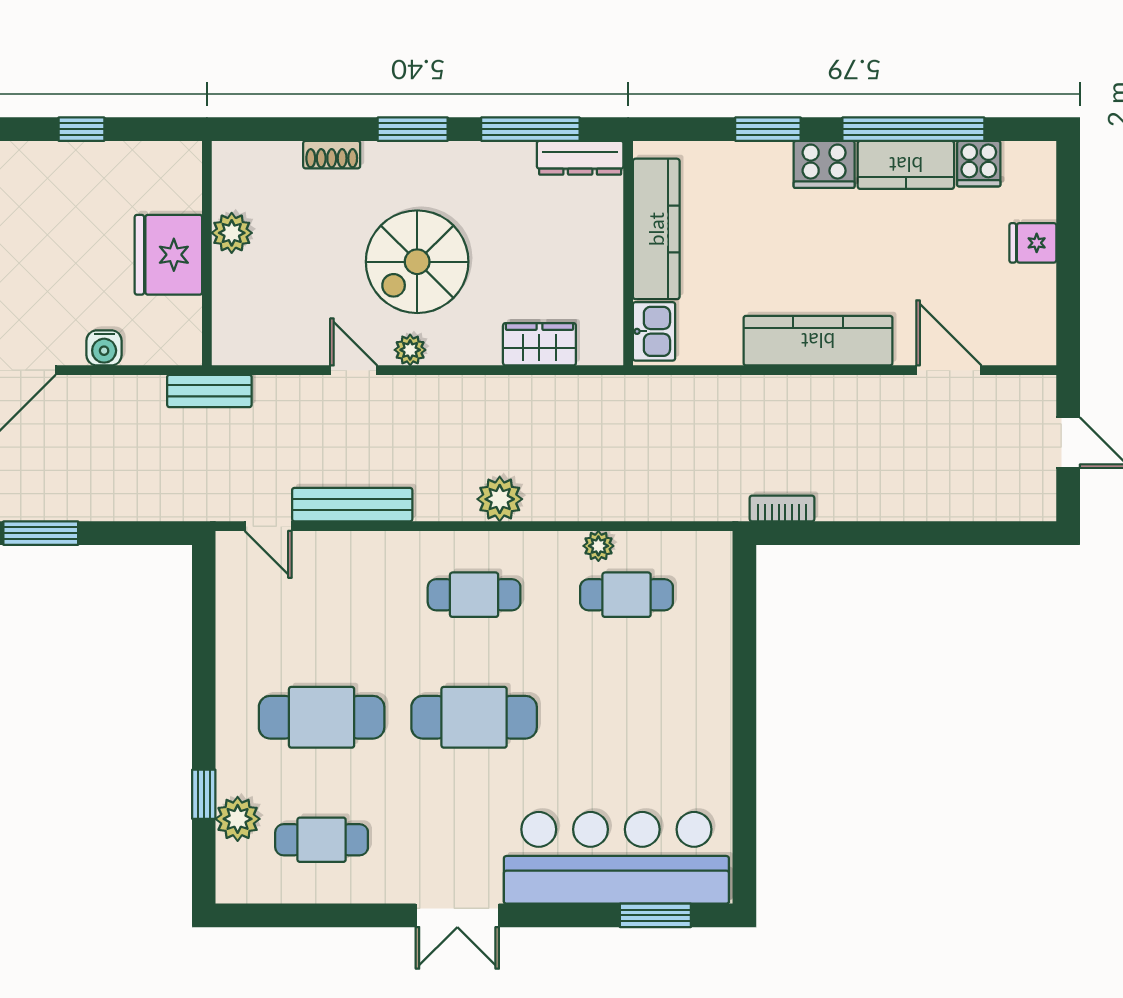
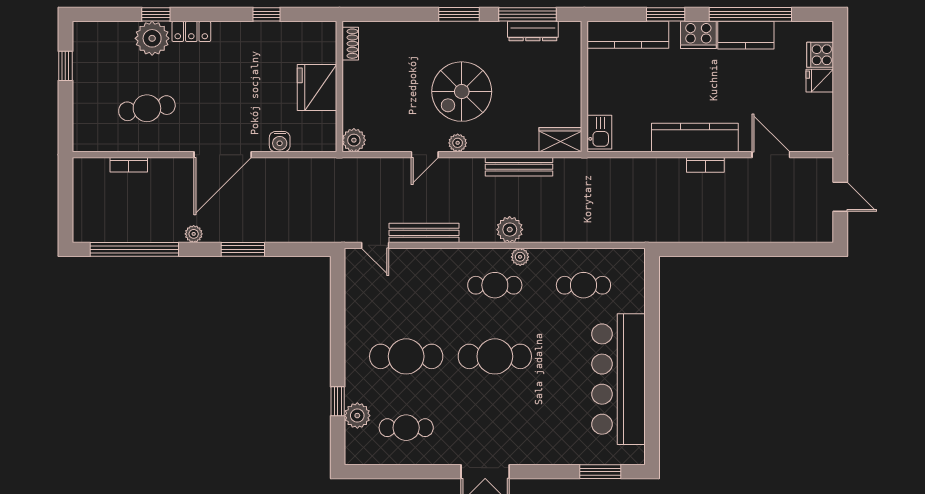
shoe rack: (332, 155) -> (350, 44), moved, turned -90
dresser: (580, 158) -> (533, 31), moved
cooker: (979, 164) -> (820, 55), moved, turned 90
kitchen counter: (656, 229) -> (628, 35), moved, turned 90
plant: (232, 233) -> (354, 140), moved
wardrobe: (539, 344) -> (560, 140), moved
door: (354, 370) -> (425, 155), swing flipped
bench: (209, 391) -> (519, 167), moved, width x1.36
bookcase: (782, 509) -> (705, 165), moved, turned 180
plant: (598, 546) -> (520, 257), moved
bar counter: (616, 858) -> (619, 379), moved, turned -90

